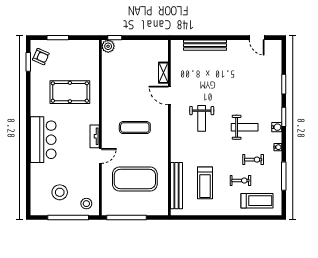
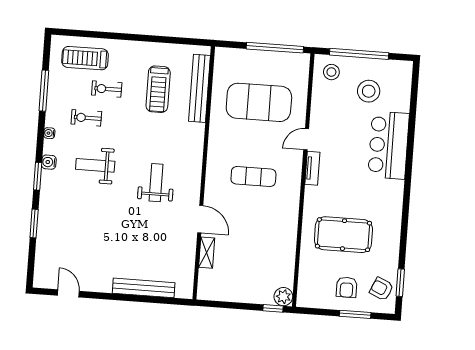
armchair: (65, 56) -> (347, 287), added
bar counter: (43, 140) -> (389, 145), moved
treadmill: (205, 183) -> (158, 89), turned 180

